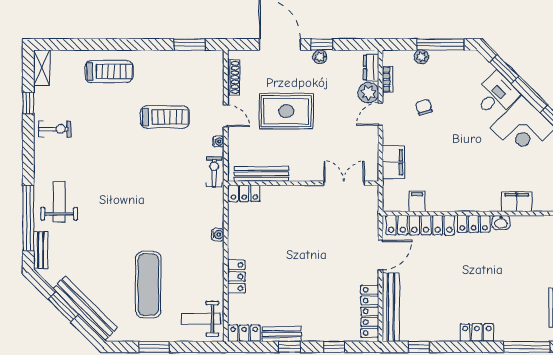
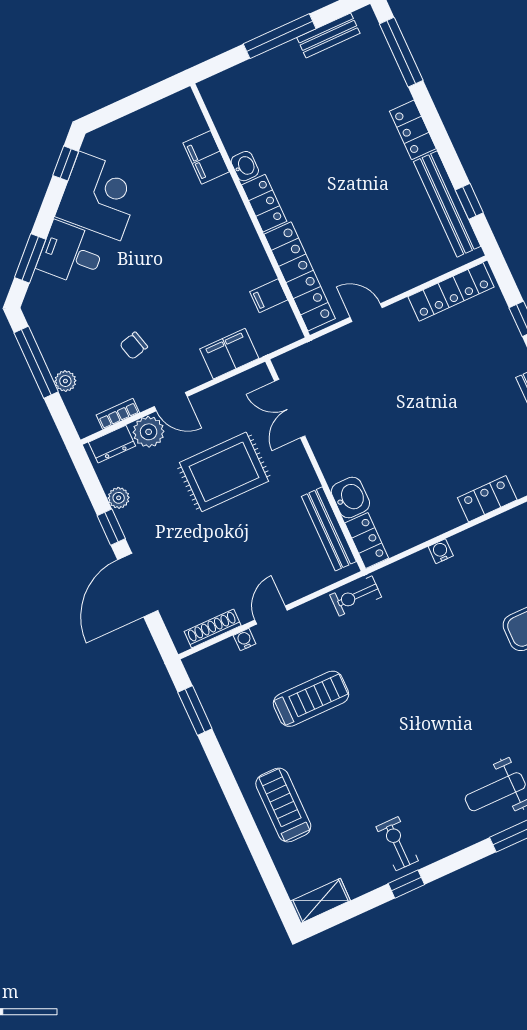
plant: (320, 57) -> (119, 498), moved
window: (28, 103) -> (406, 884), moved
rug: (286, 111) -> (224, 472), moved, turned 90
treadmill: (165, 117) -> (311, 699), turned 90
water cooler: (218, 142) -> (245, 640), moved
washbasin: (274, 195) -> (350, 497), added
door: (380, 255) -> (366, 313), width x0.73
bench: (391, 307) -> (447, 204), moved, turned 90

